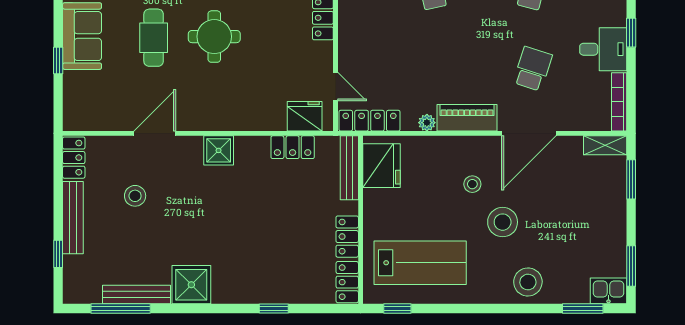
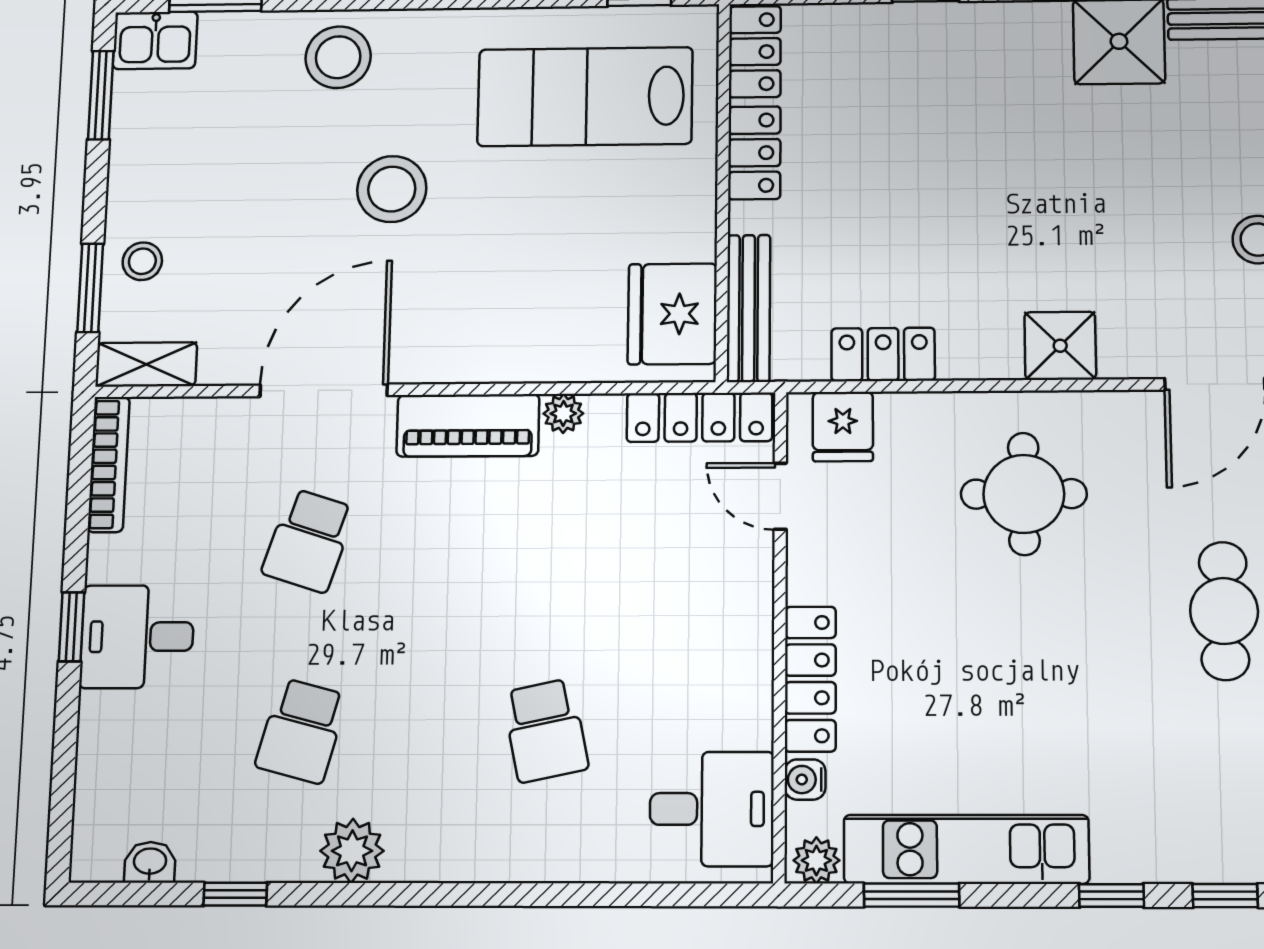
round table: (214, 37) -> (1024, 494), moved
desk: (603, 49) -> (137, 637), moved
fridge: (305, 116) -> (843, 427), width x0.72
stool: (472, 184) -> (142, 261), moved

